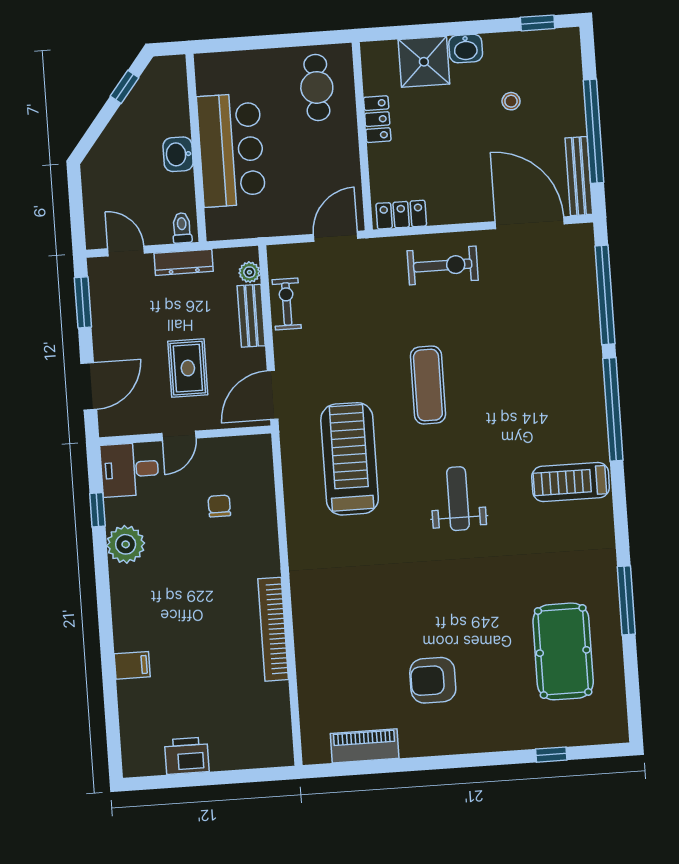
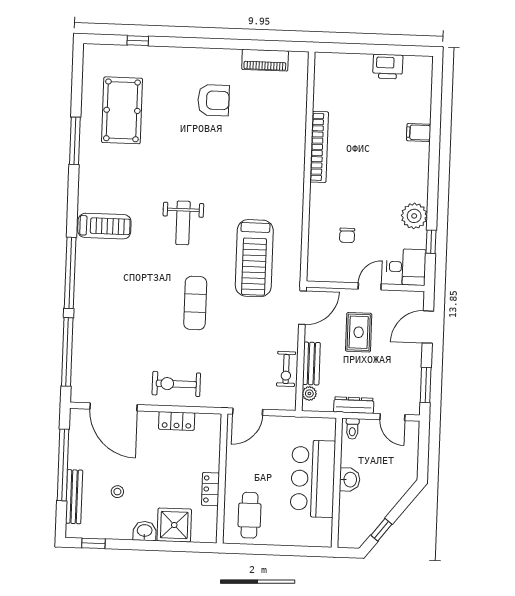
bench: (579, 176) -> (74, 497), moved
locker: (401, 215) -> (177, 421), moved

